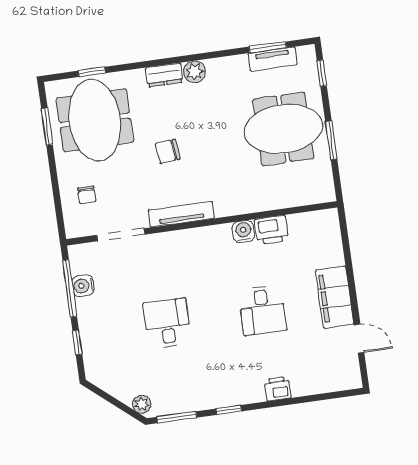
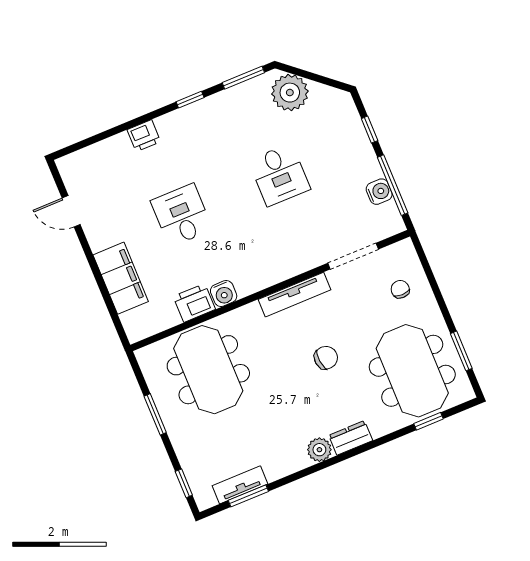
meeting table: (283, 129) -> (208, 370), moved, turned 90
filing cabinet: (335, 297) -> (121, 278), moved
plant: (142, 404) -> (290, 93), width x1.87, depth x1.87

